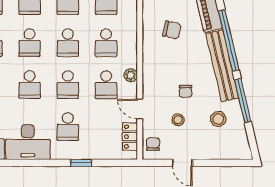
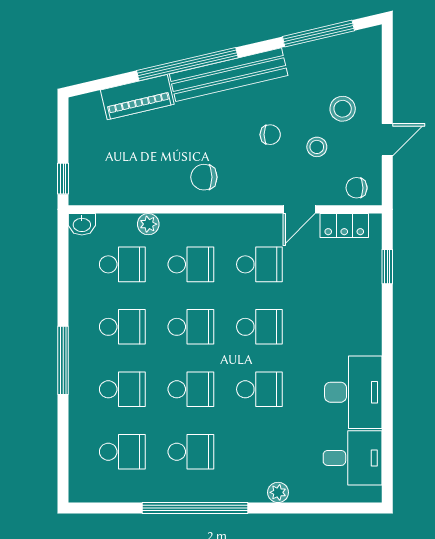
chair: (172, 30) -> (204, 177), moved, turned -103
plant: (131, 75) -> (148, 224), moved
window: (243, 101) -> (318, 34), moved
stool: (218, 119) -> (343, 109), moved
school desk: (68, 127) -> (328, 327), removed
window: (81, 163) -> (387, 267), moved

